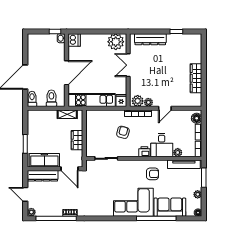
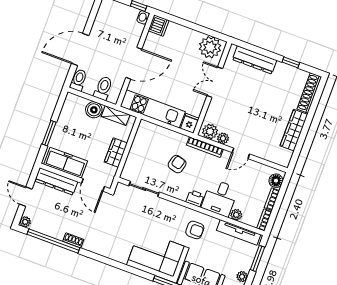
shoe rack: (197, 48) -> (309, 93), added
boiler: (51, 116) -> (94, 110), added

